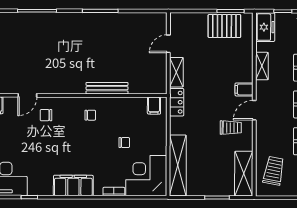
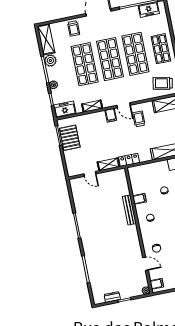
filing cabinet: (154, 106) -> (139, 199), moved

